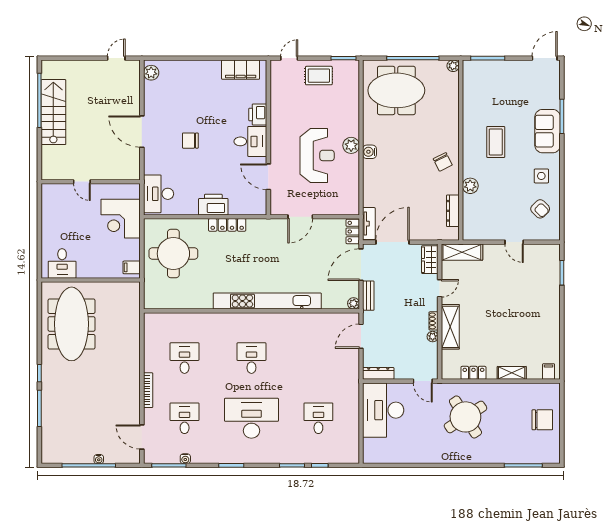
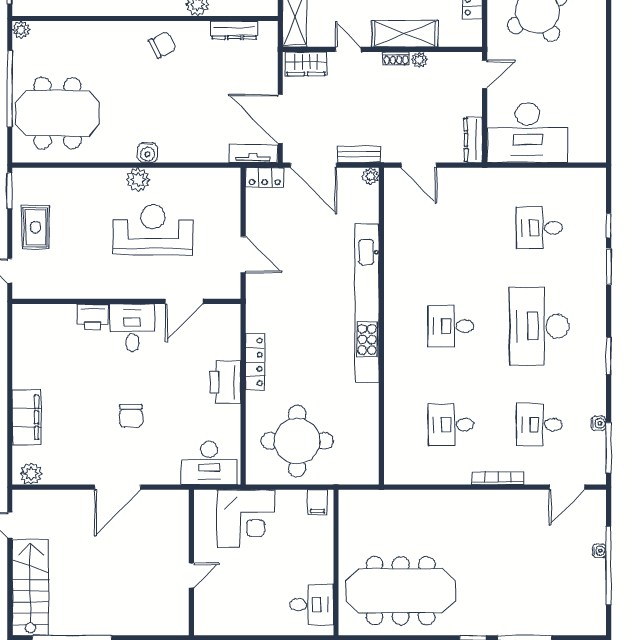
filing cabinet: (241, 70) -> (27, 417), moved
meeting table: (396, 90) -> (57, 113), turned 90
stairs: (53, 112) -> (30, 587), moved, turned 90

